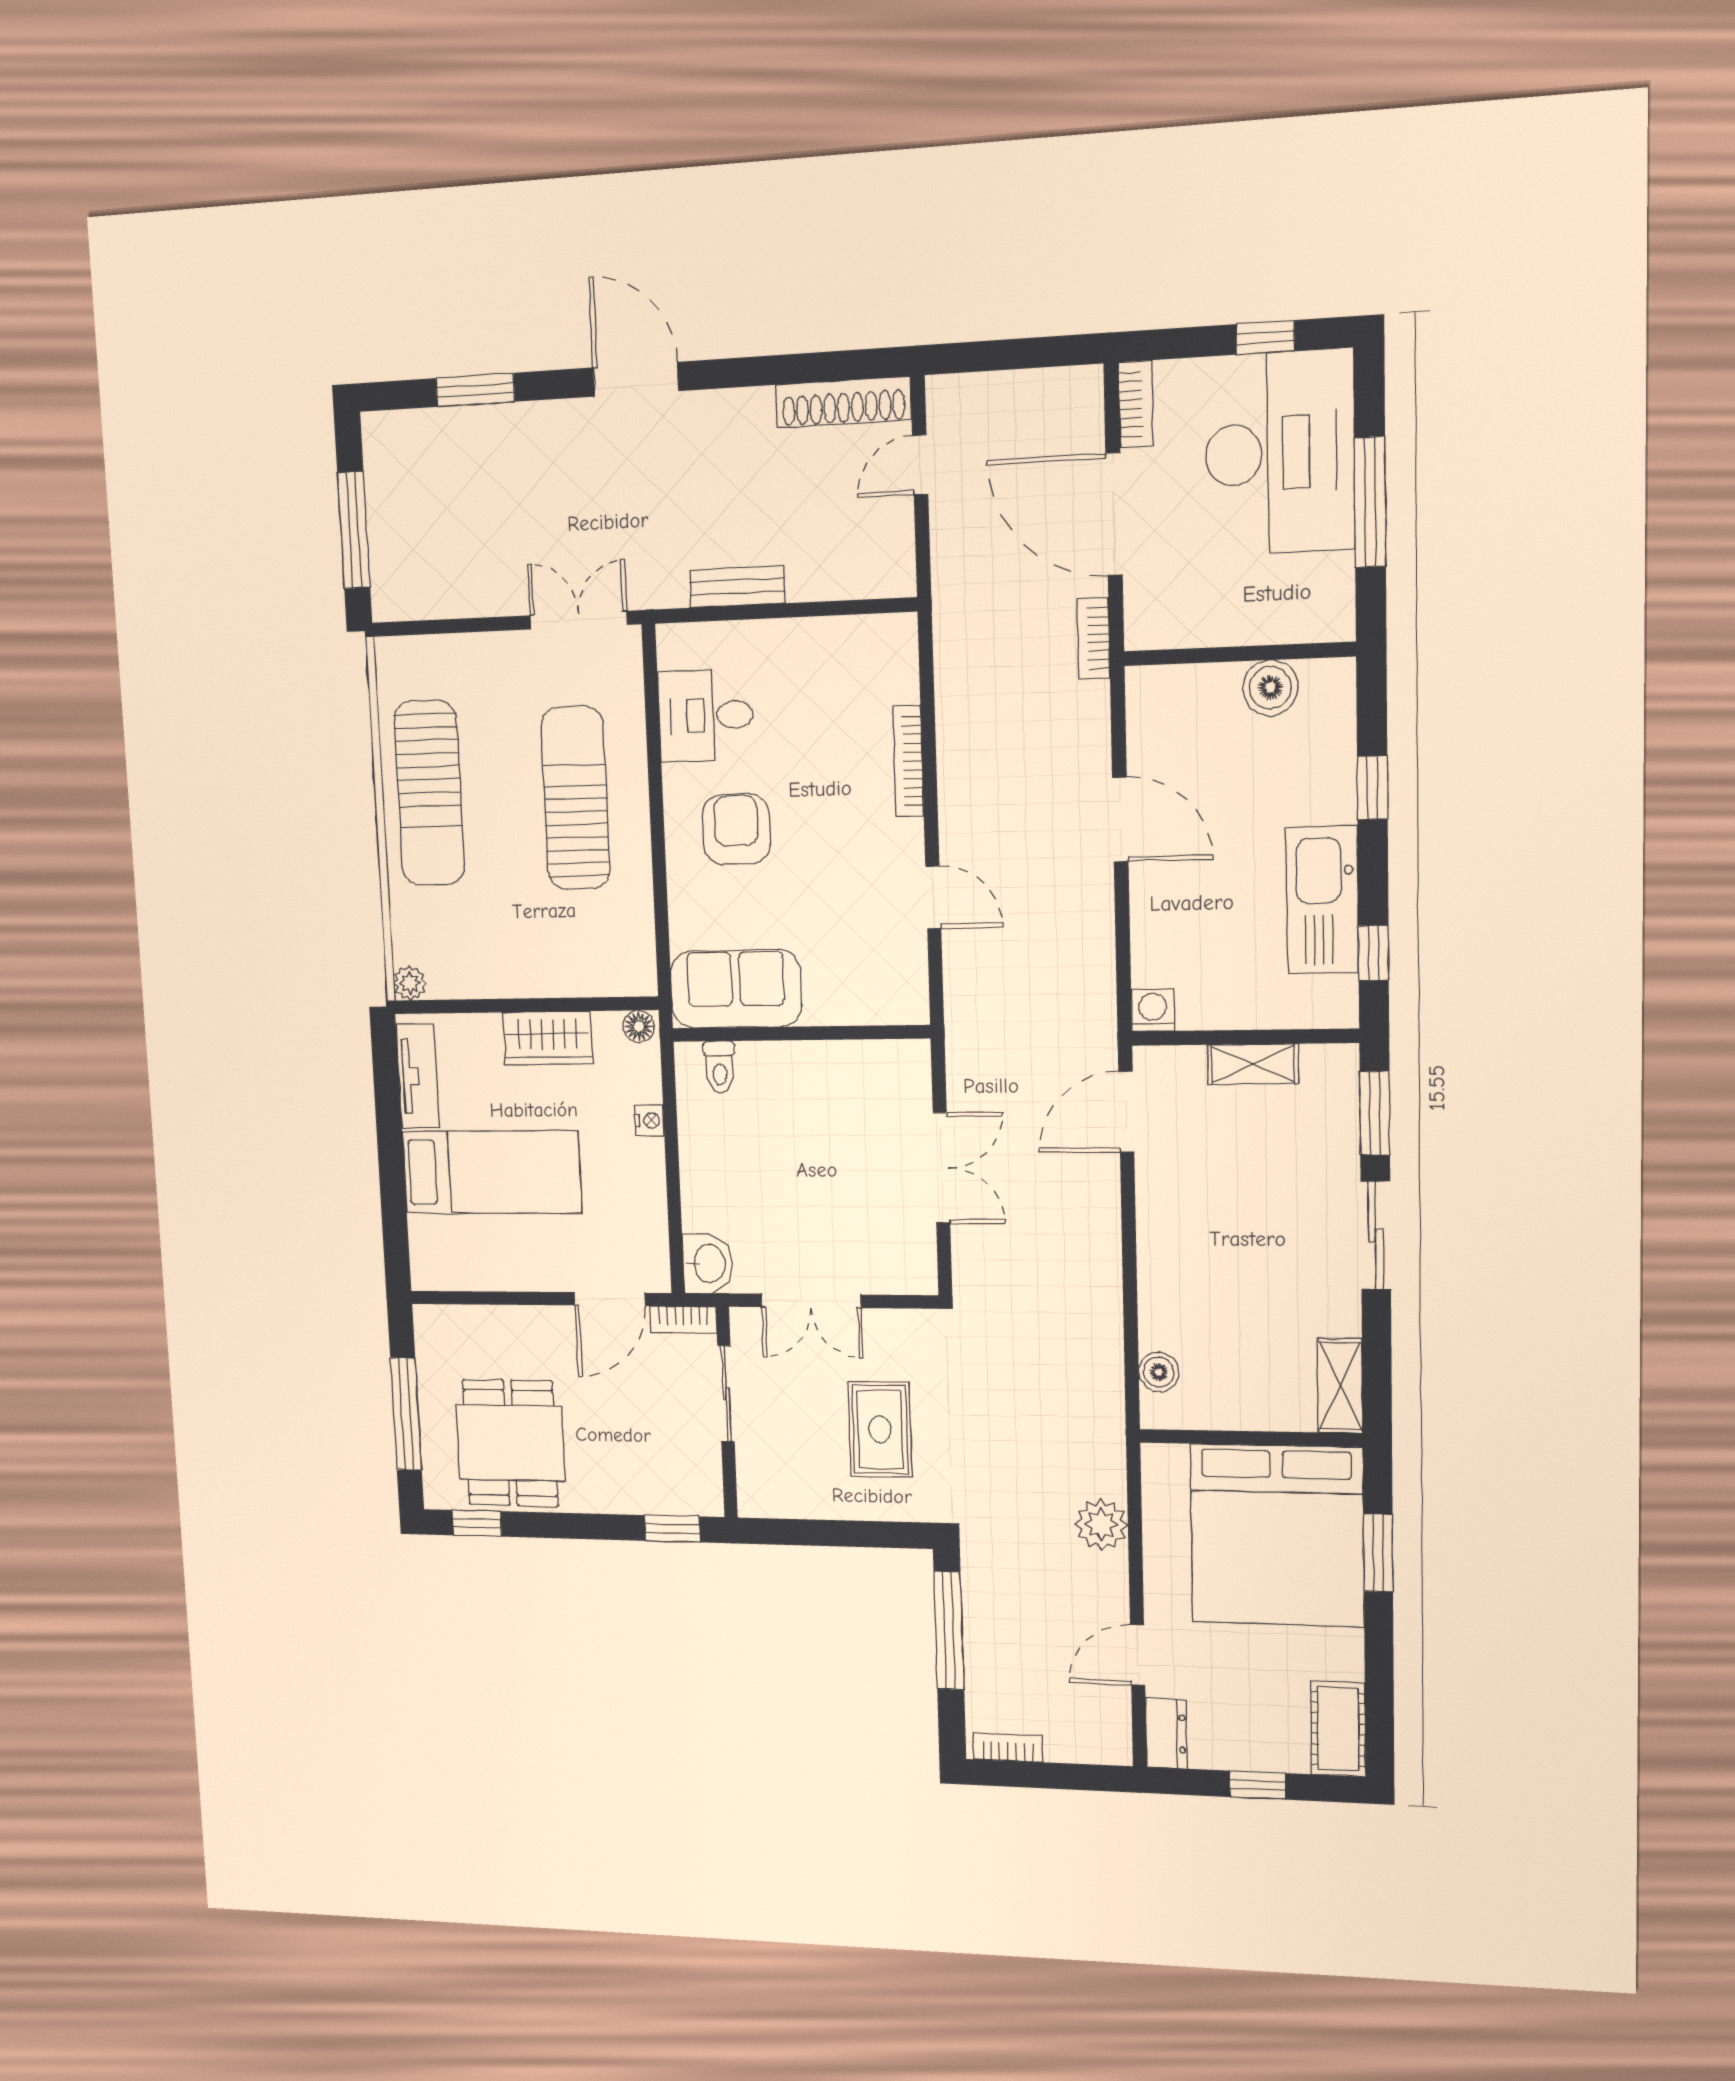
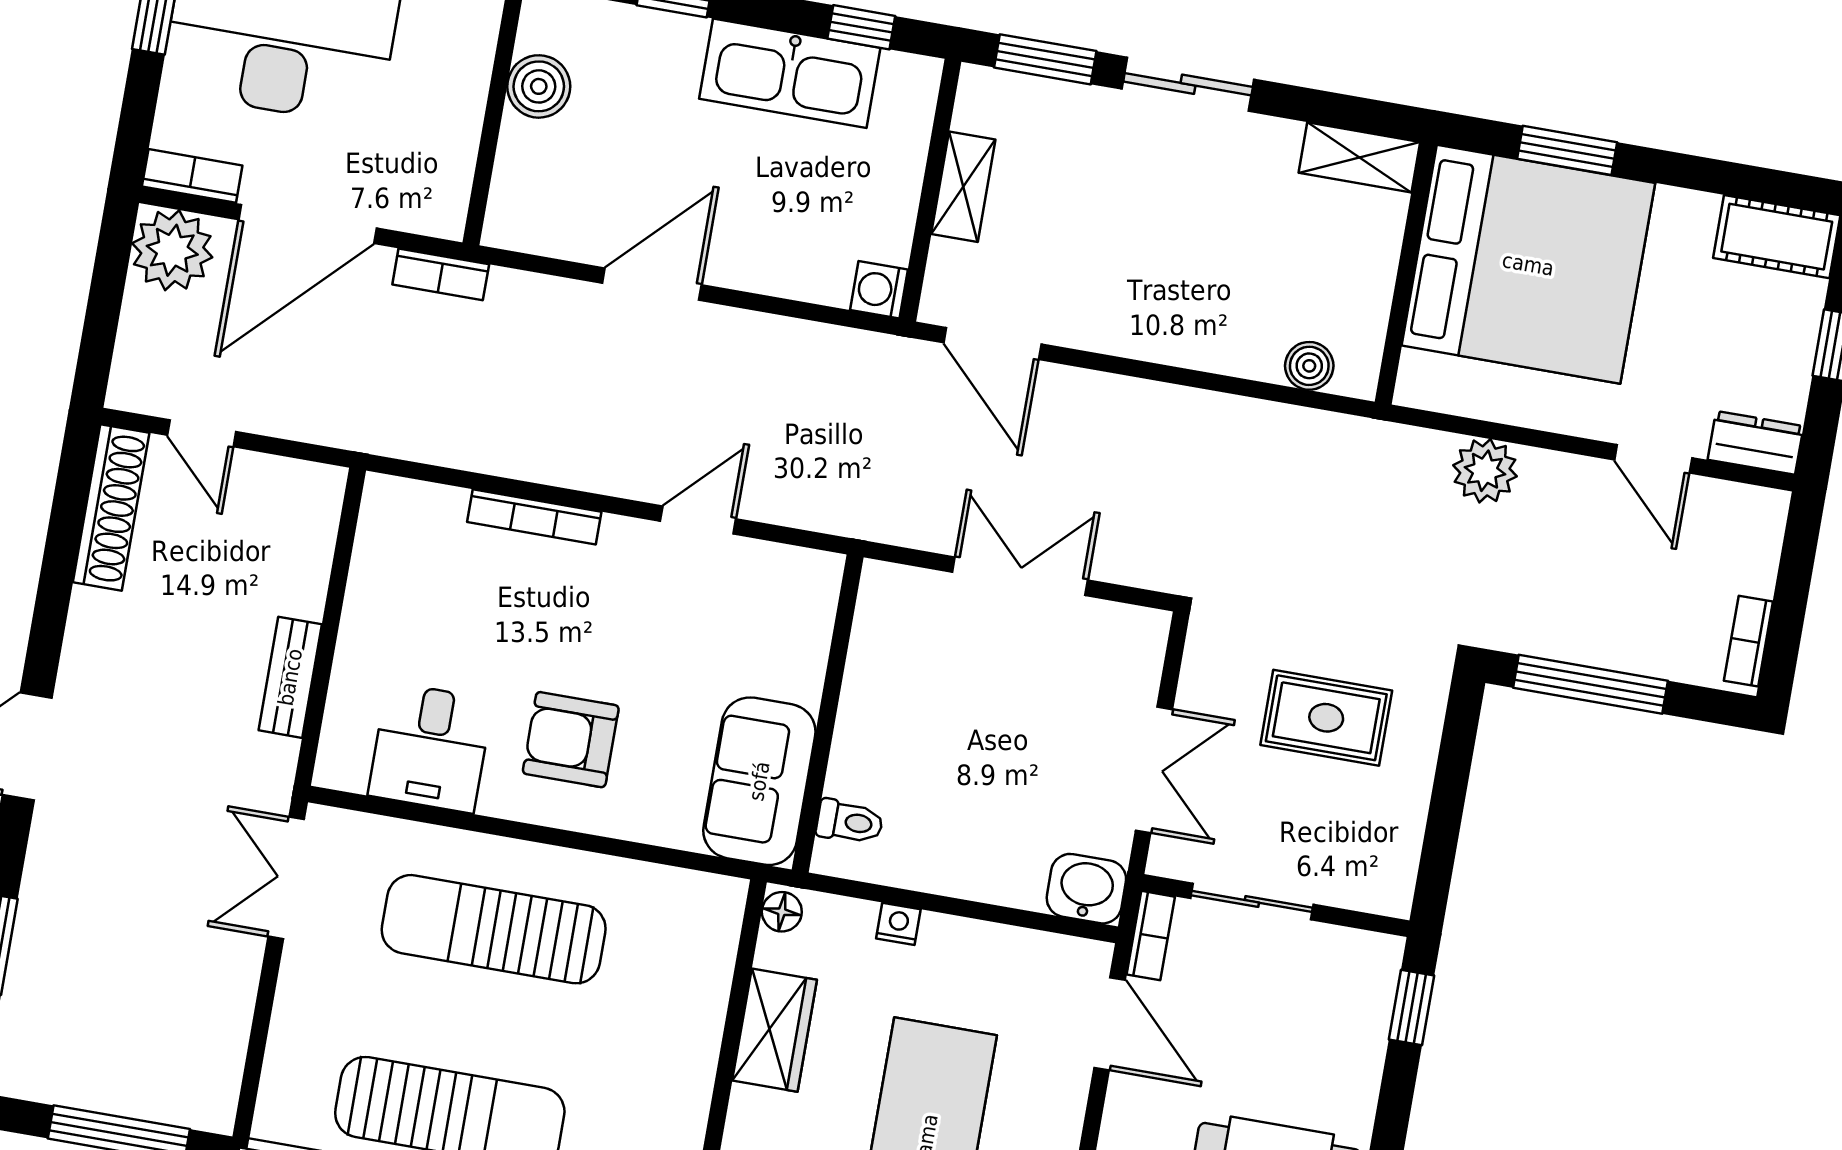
plant: (1069, 402) -> (172, 250), added

